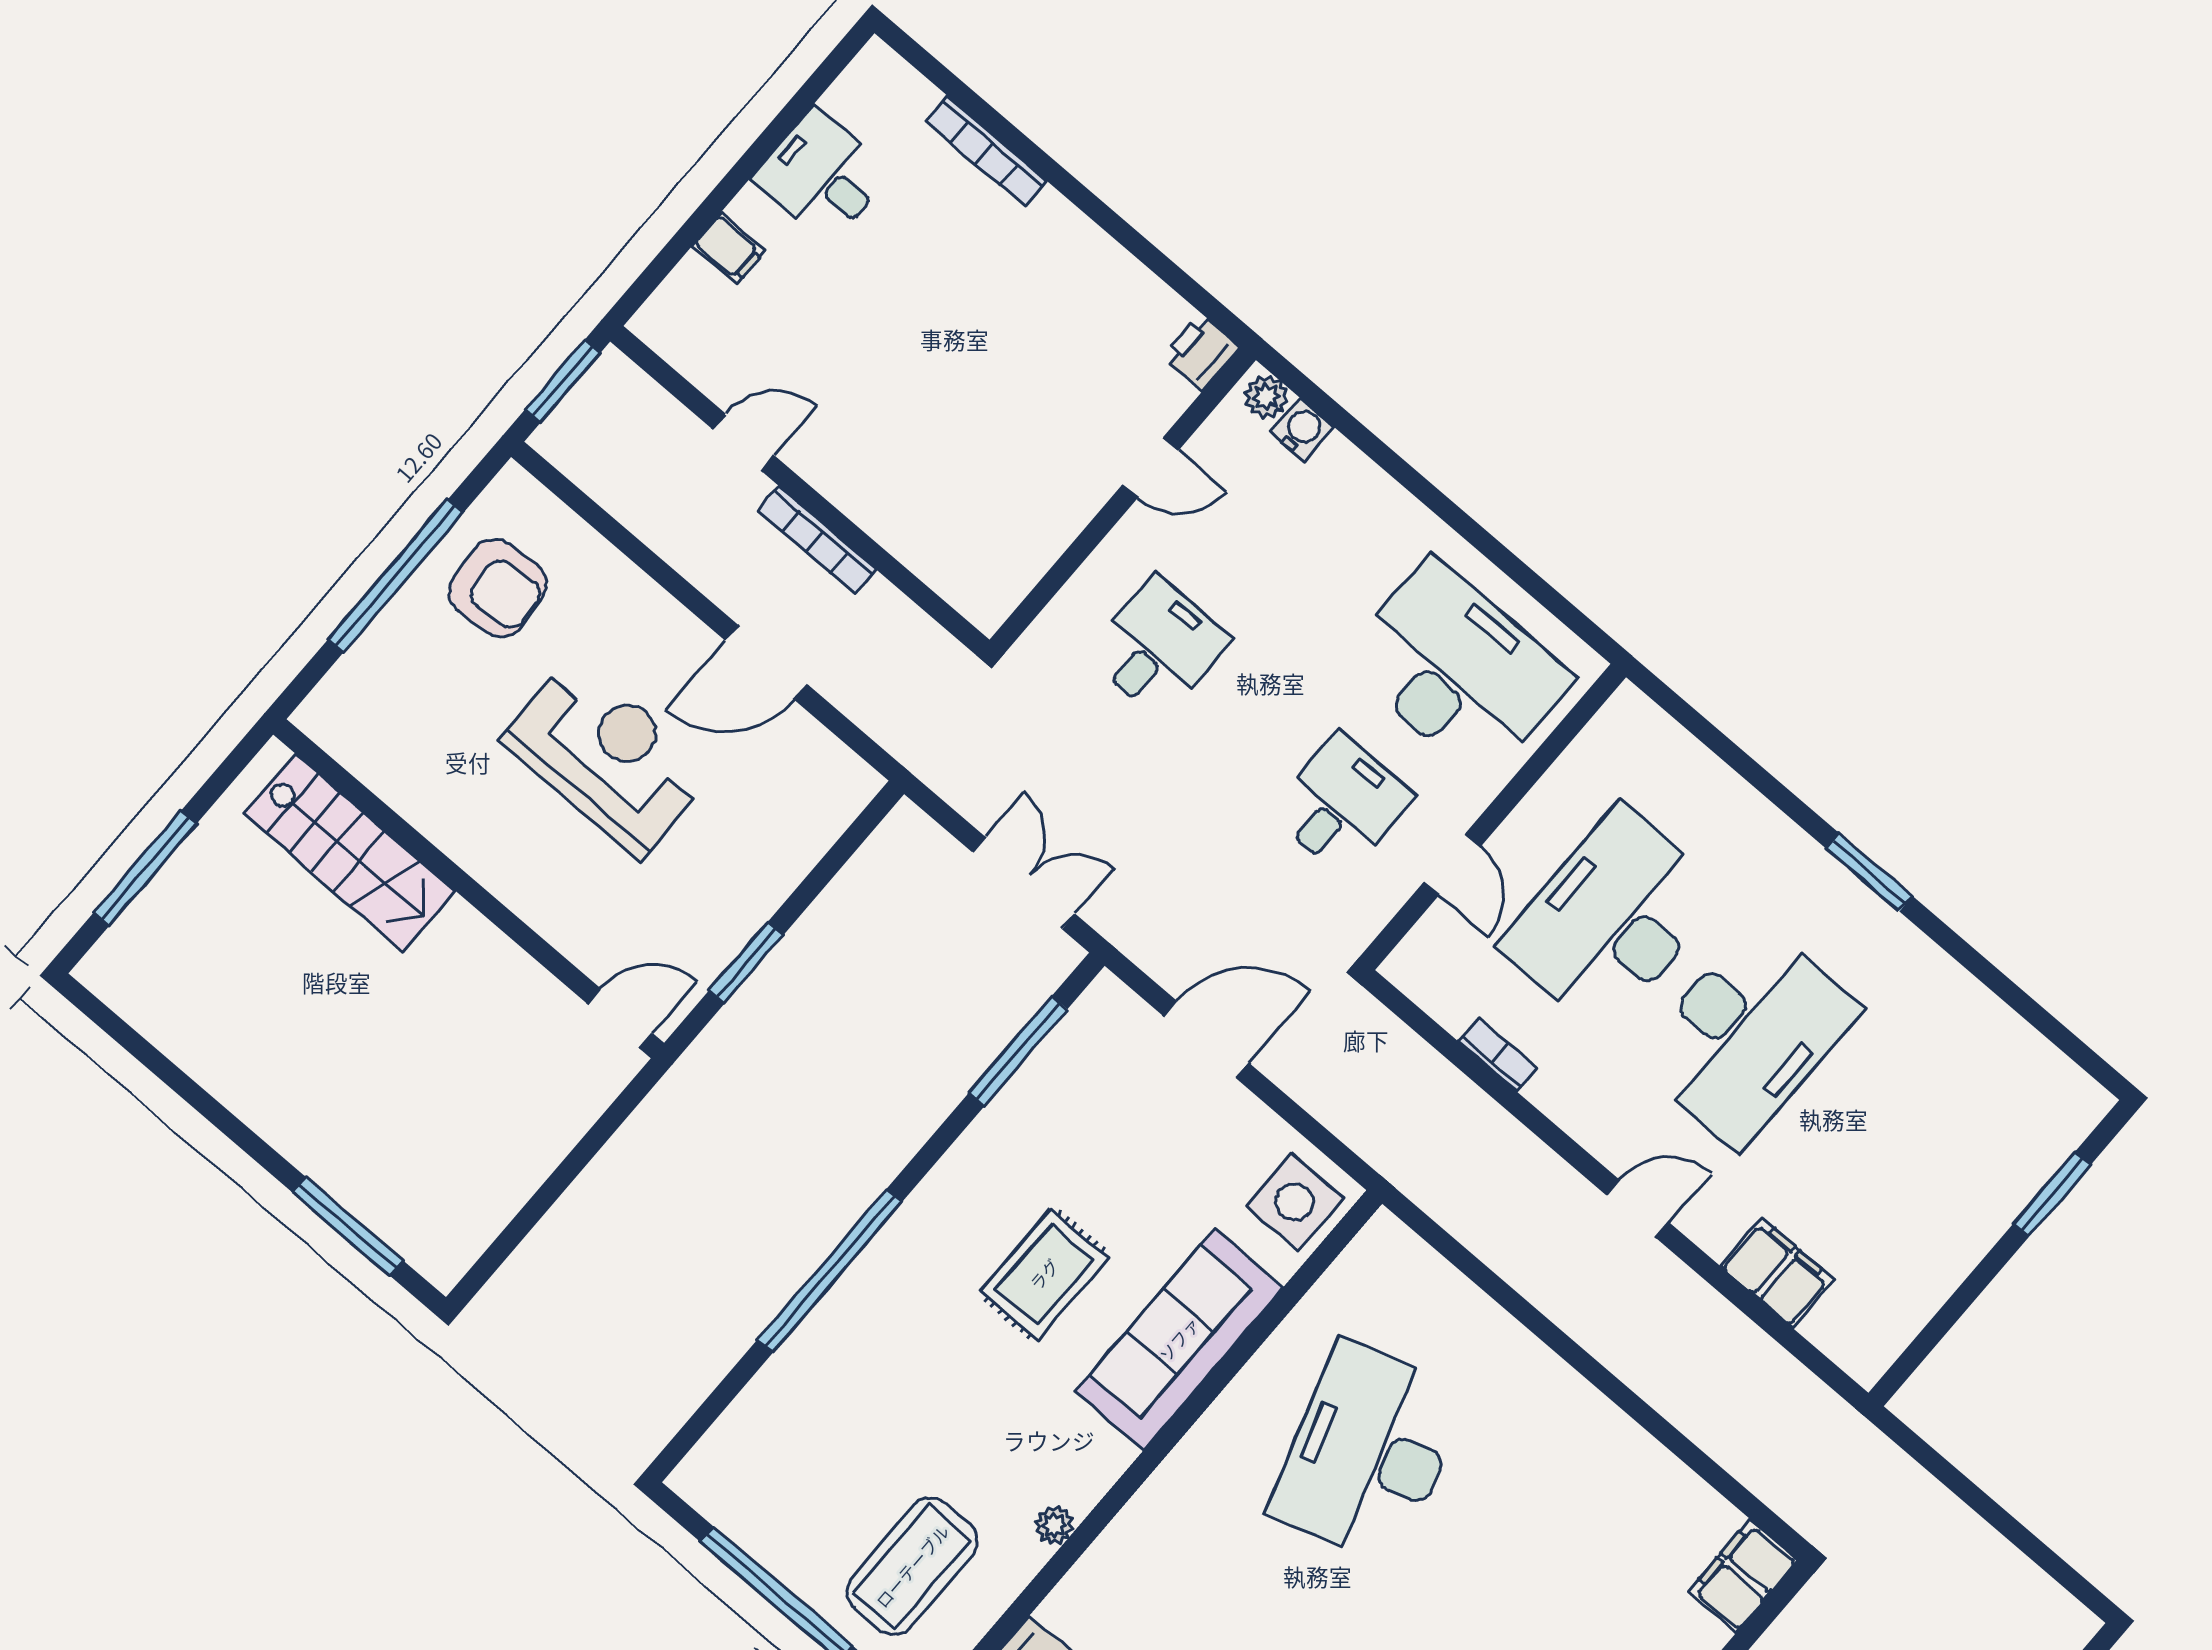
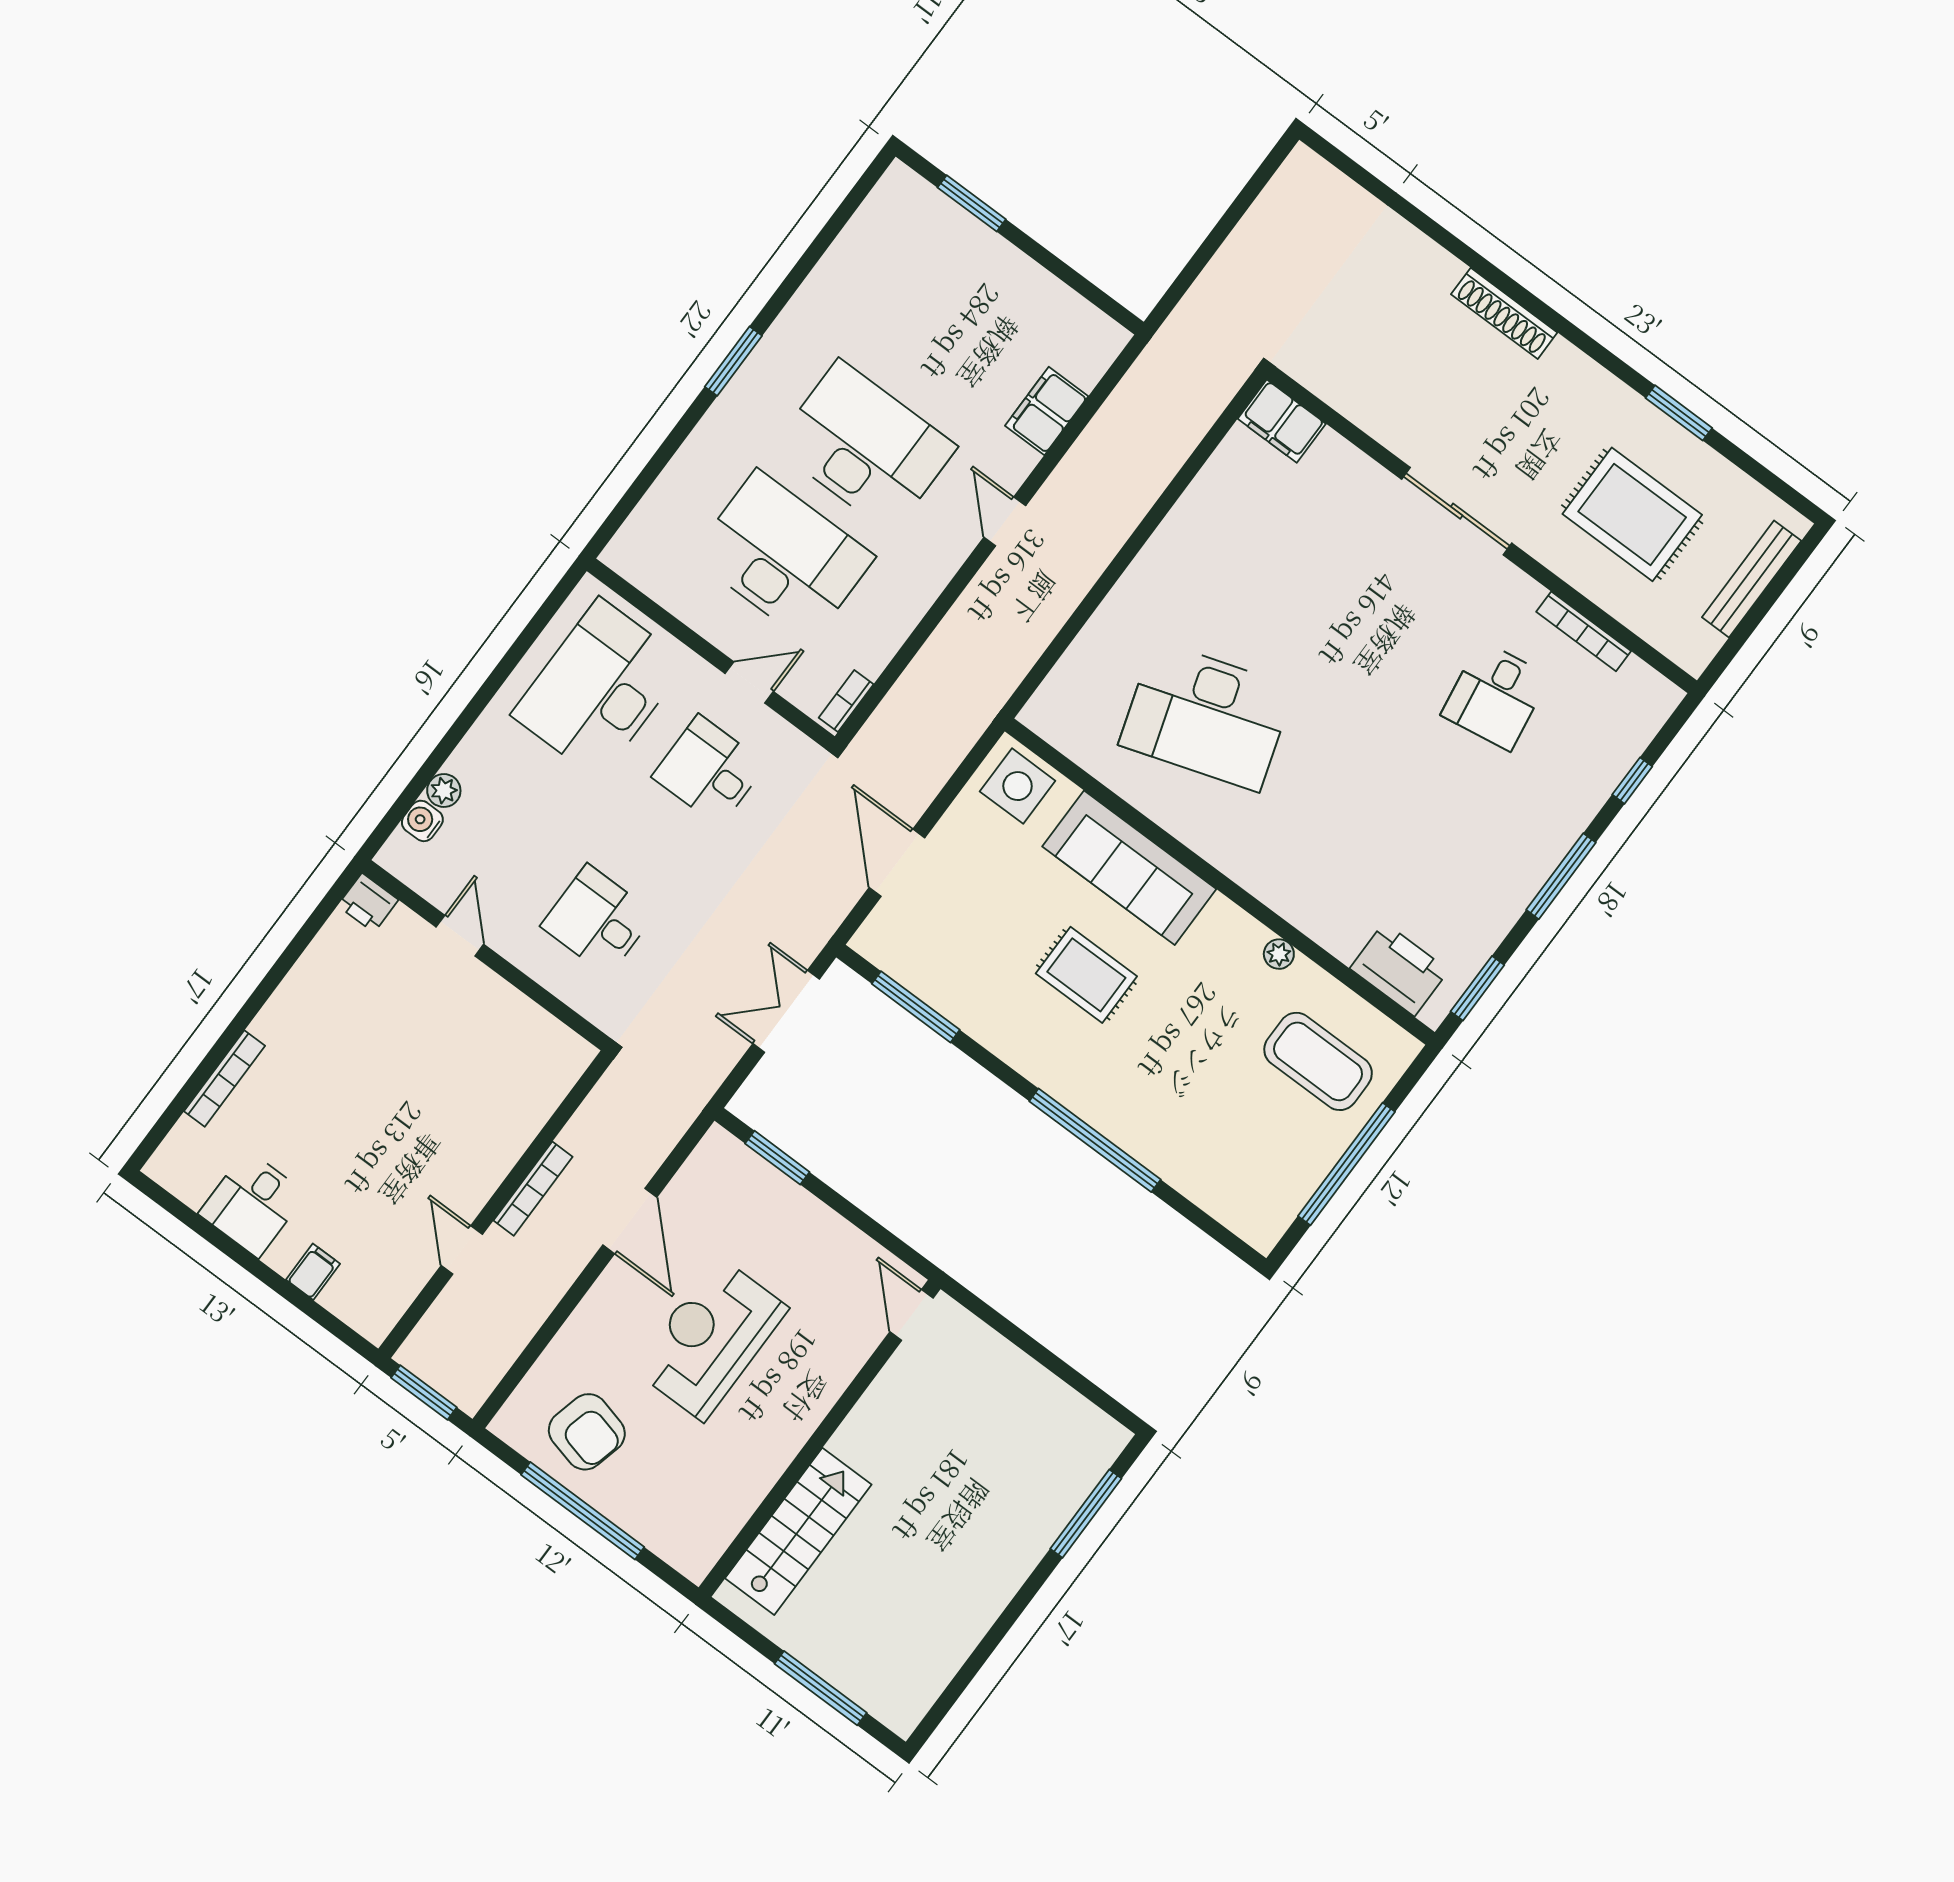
plant: (1266, 397) -> (444, 790), moved
armchair: (498, 588) -> (587, 1432), turned 108
desk: (1612, 919) -> (783, 557), turned 180
window: (746, 963) -> (777, 1158), moved
bookcase: (1498, 1055) -> (846, 701), moved

